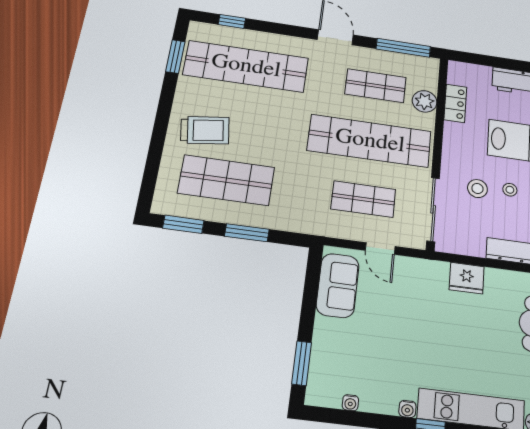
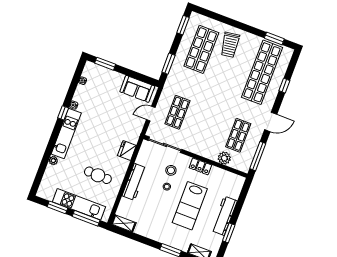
window: (232, 21) -> (284, 86), moved
locker: (455, 103) -> (200, 166), moved
shop shelf: (370, 141) -> (208, 124), removed
window: (247, 233) -> (168, 64), moved

